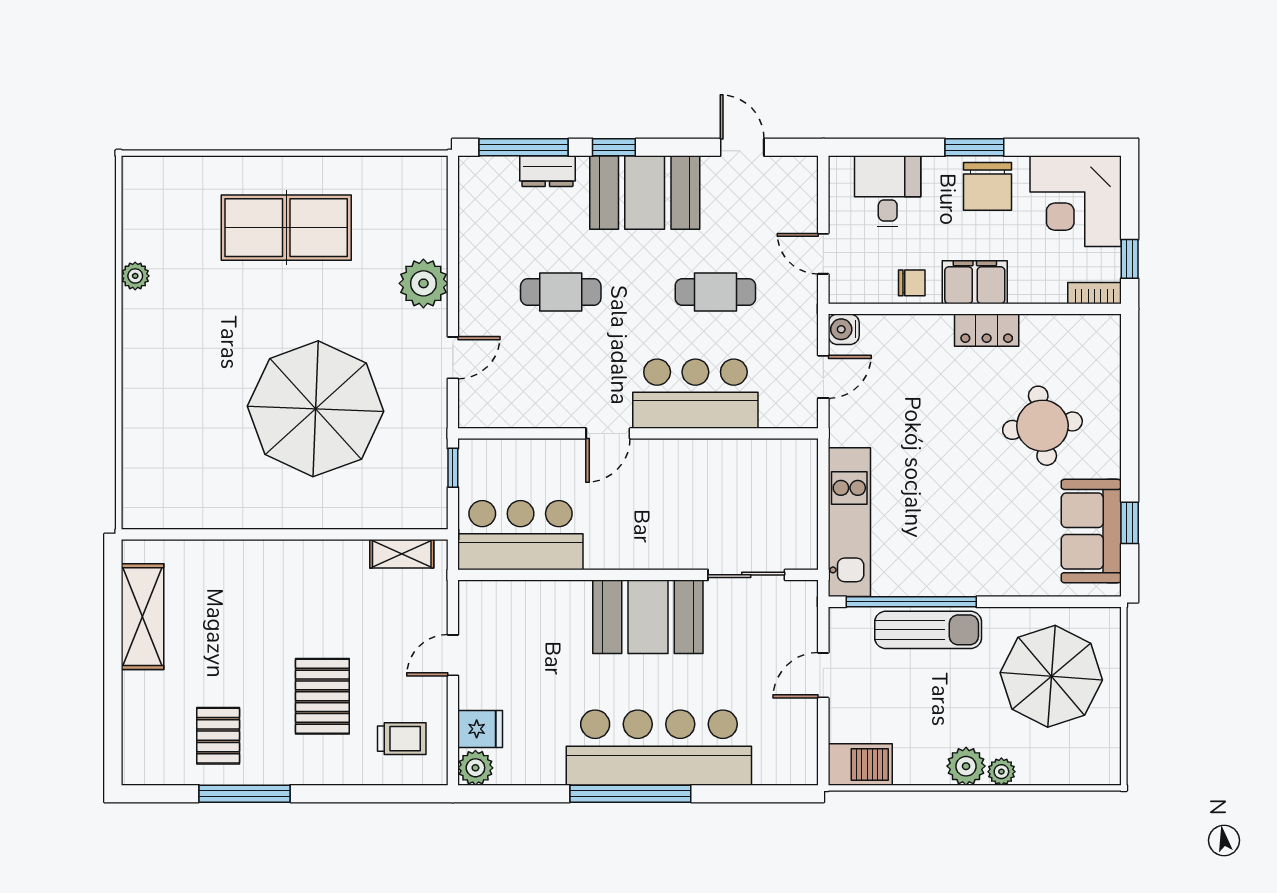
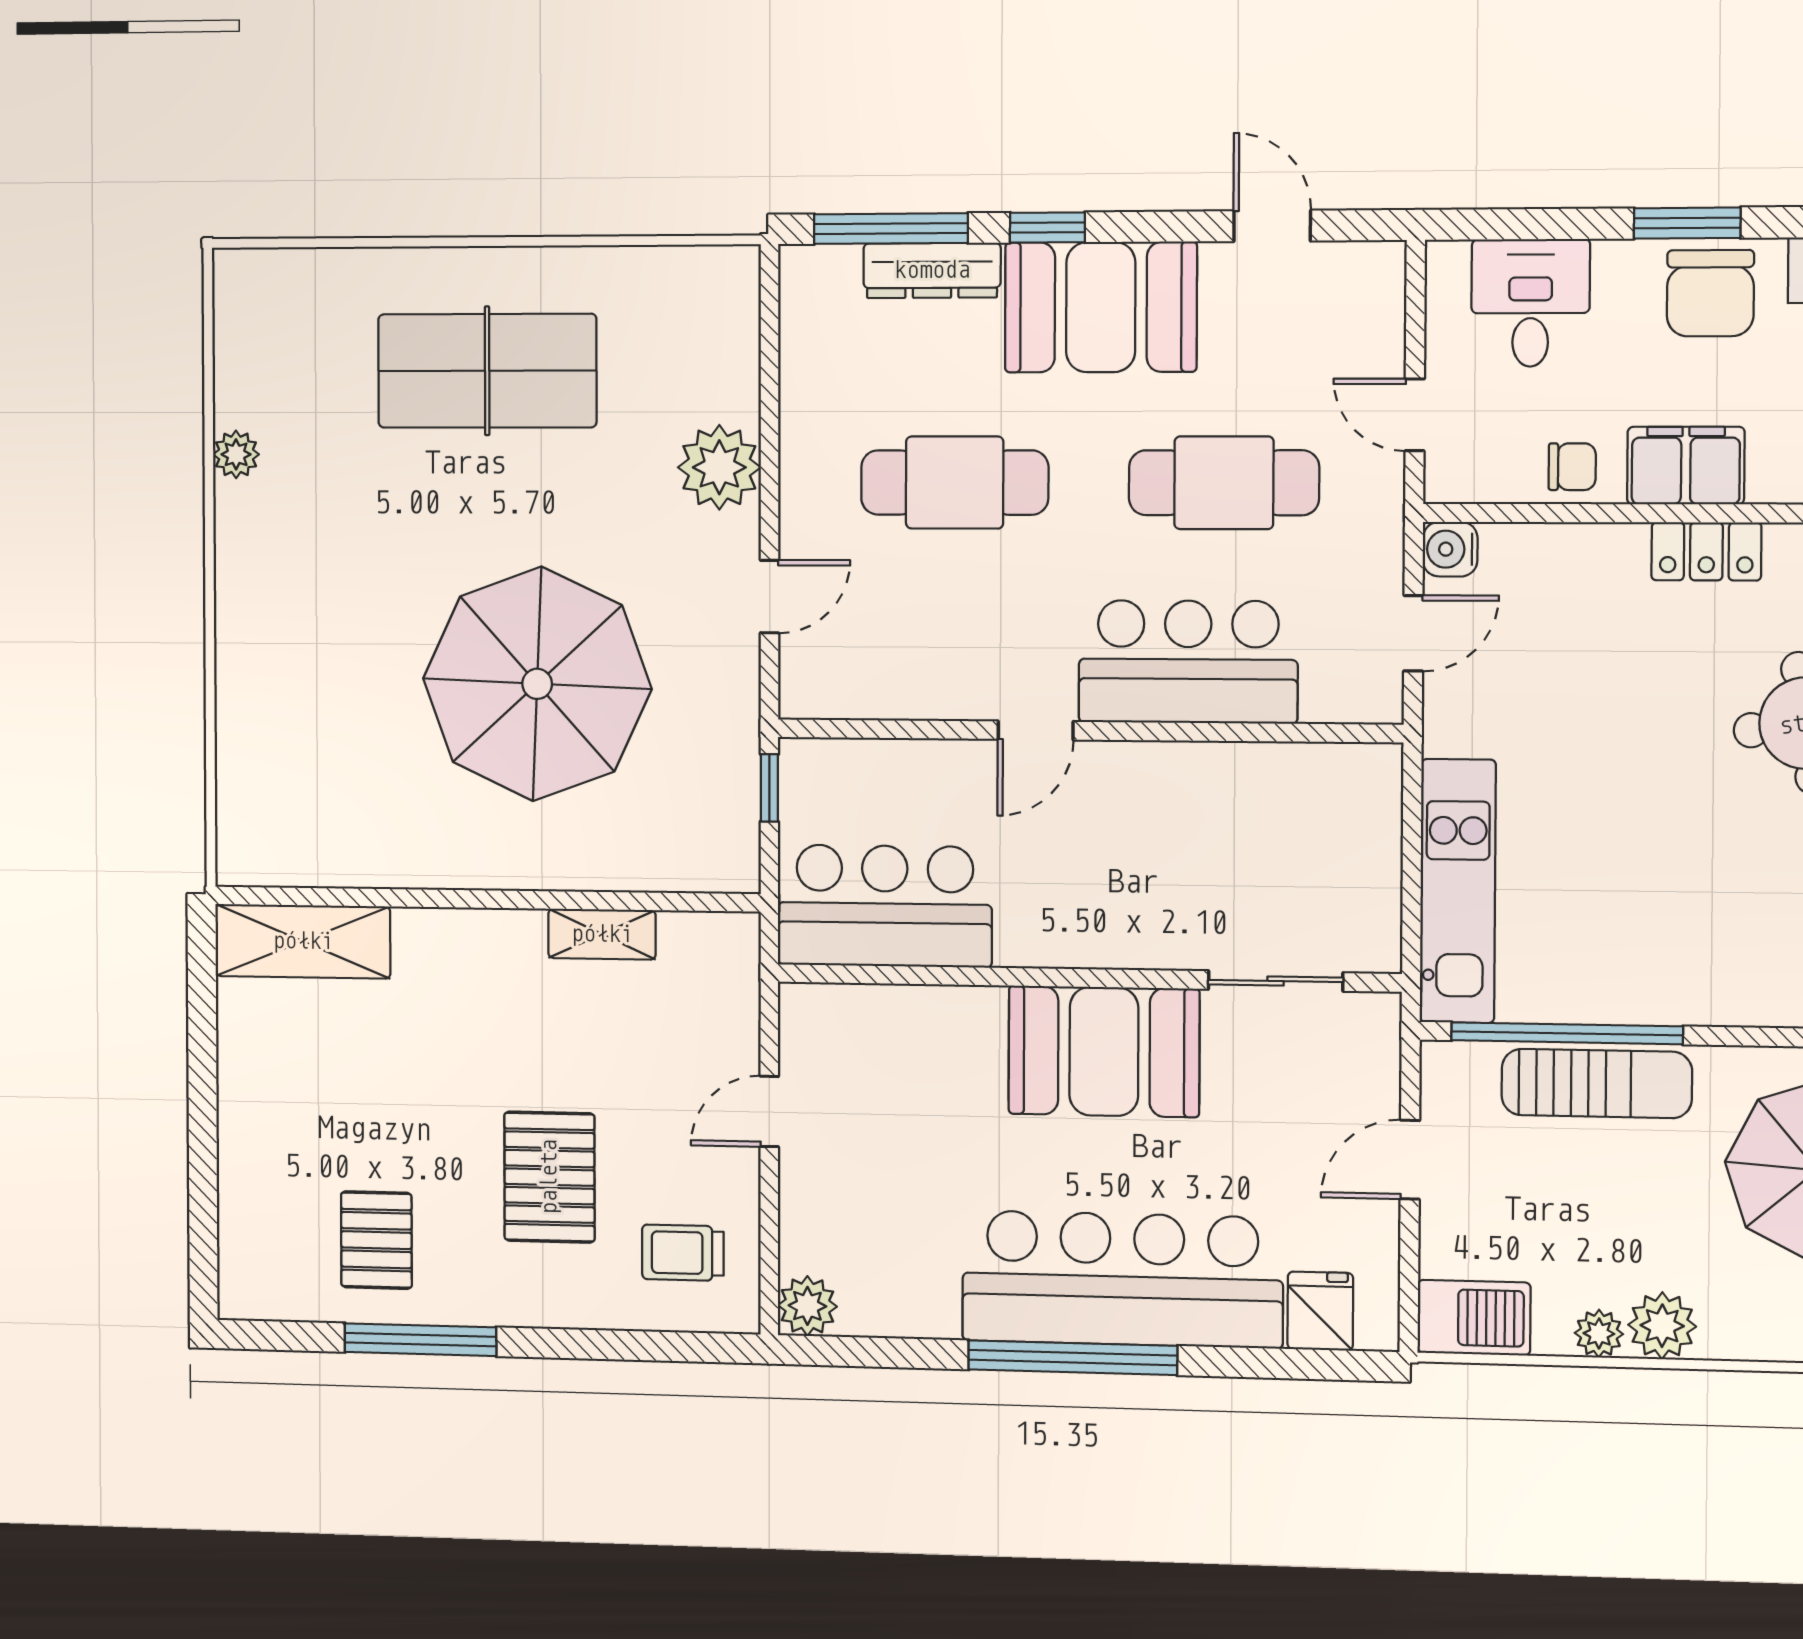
dresser: (547, 171) -> (932, 270), width x1.44
cafe table: (561, 292) -> (955, 483), width x1.37, depth x1.35
cafe table: (715, 292) -> (1224, 483), width x1.37, depth x1.35
shelving: (402, 554) -> (602, 934), moved
shelving: (142, 617) -> (303, 941), moved, turned 90
fridge: (480, 729) -> (1320, 1311), moved, turned -90
trolley: (402, 739) -> (683, 1253), turned 180
plant: (1001, 772) -> (1599, 1334), moved

